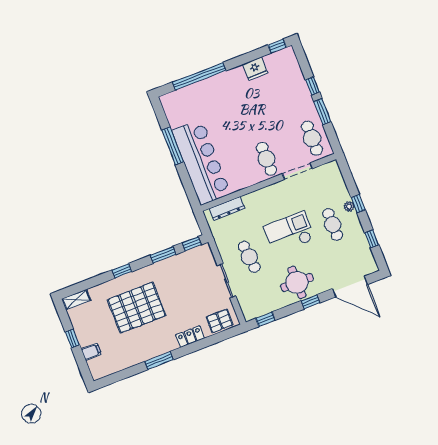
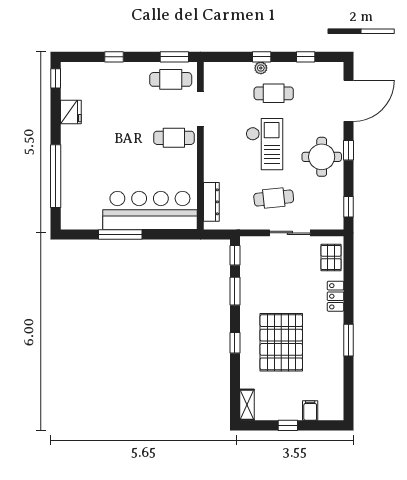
window: (322, 112) -> (174, 57), moved
checkout: (289, 233) -> (264, 144), turned 180

